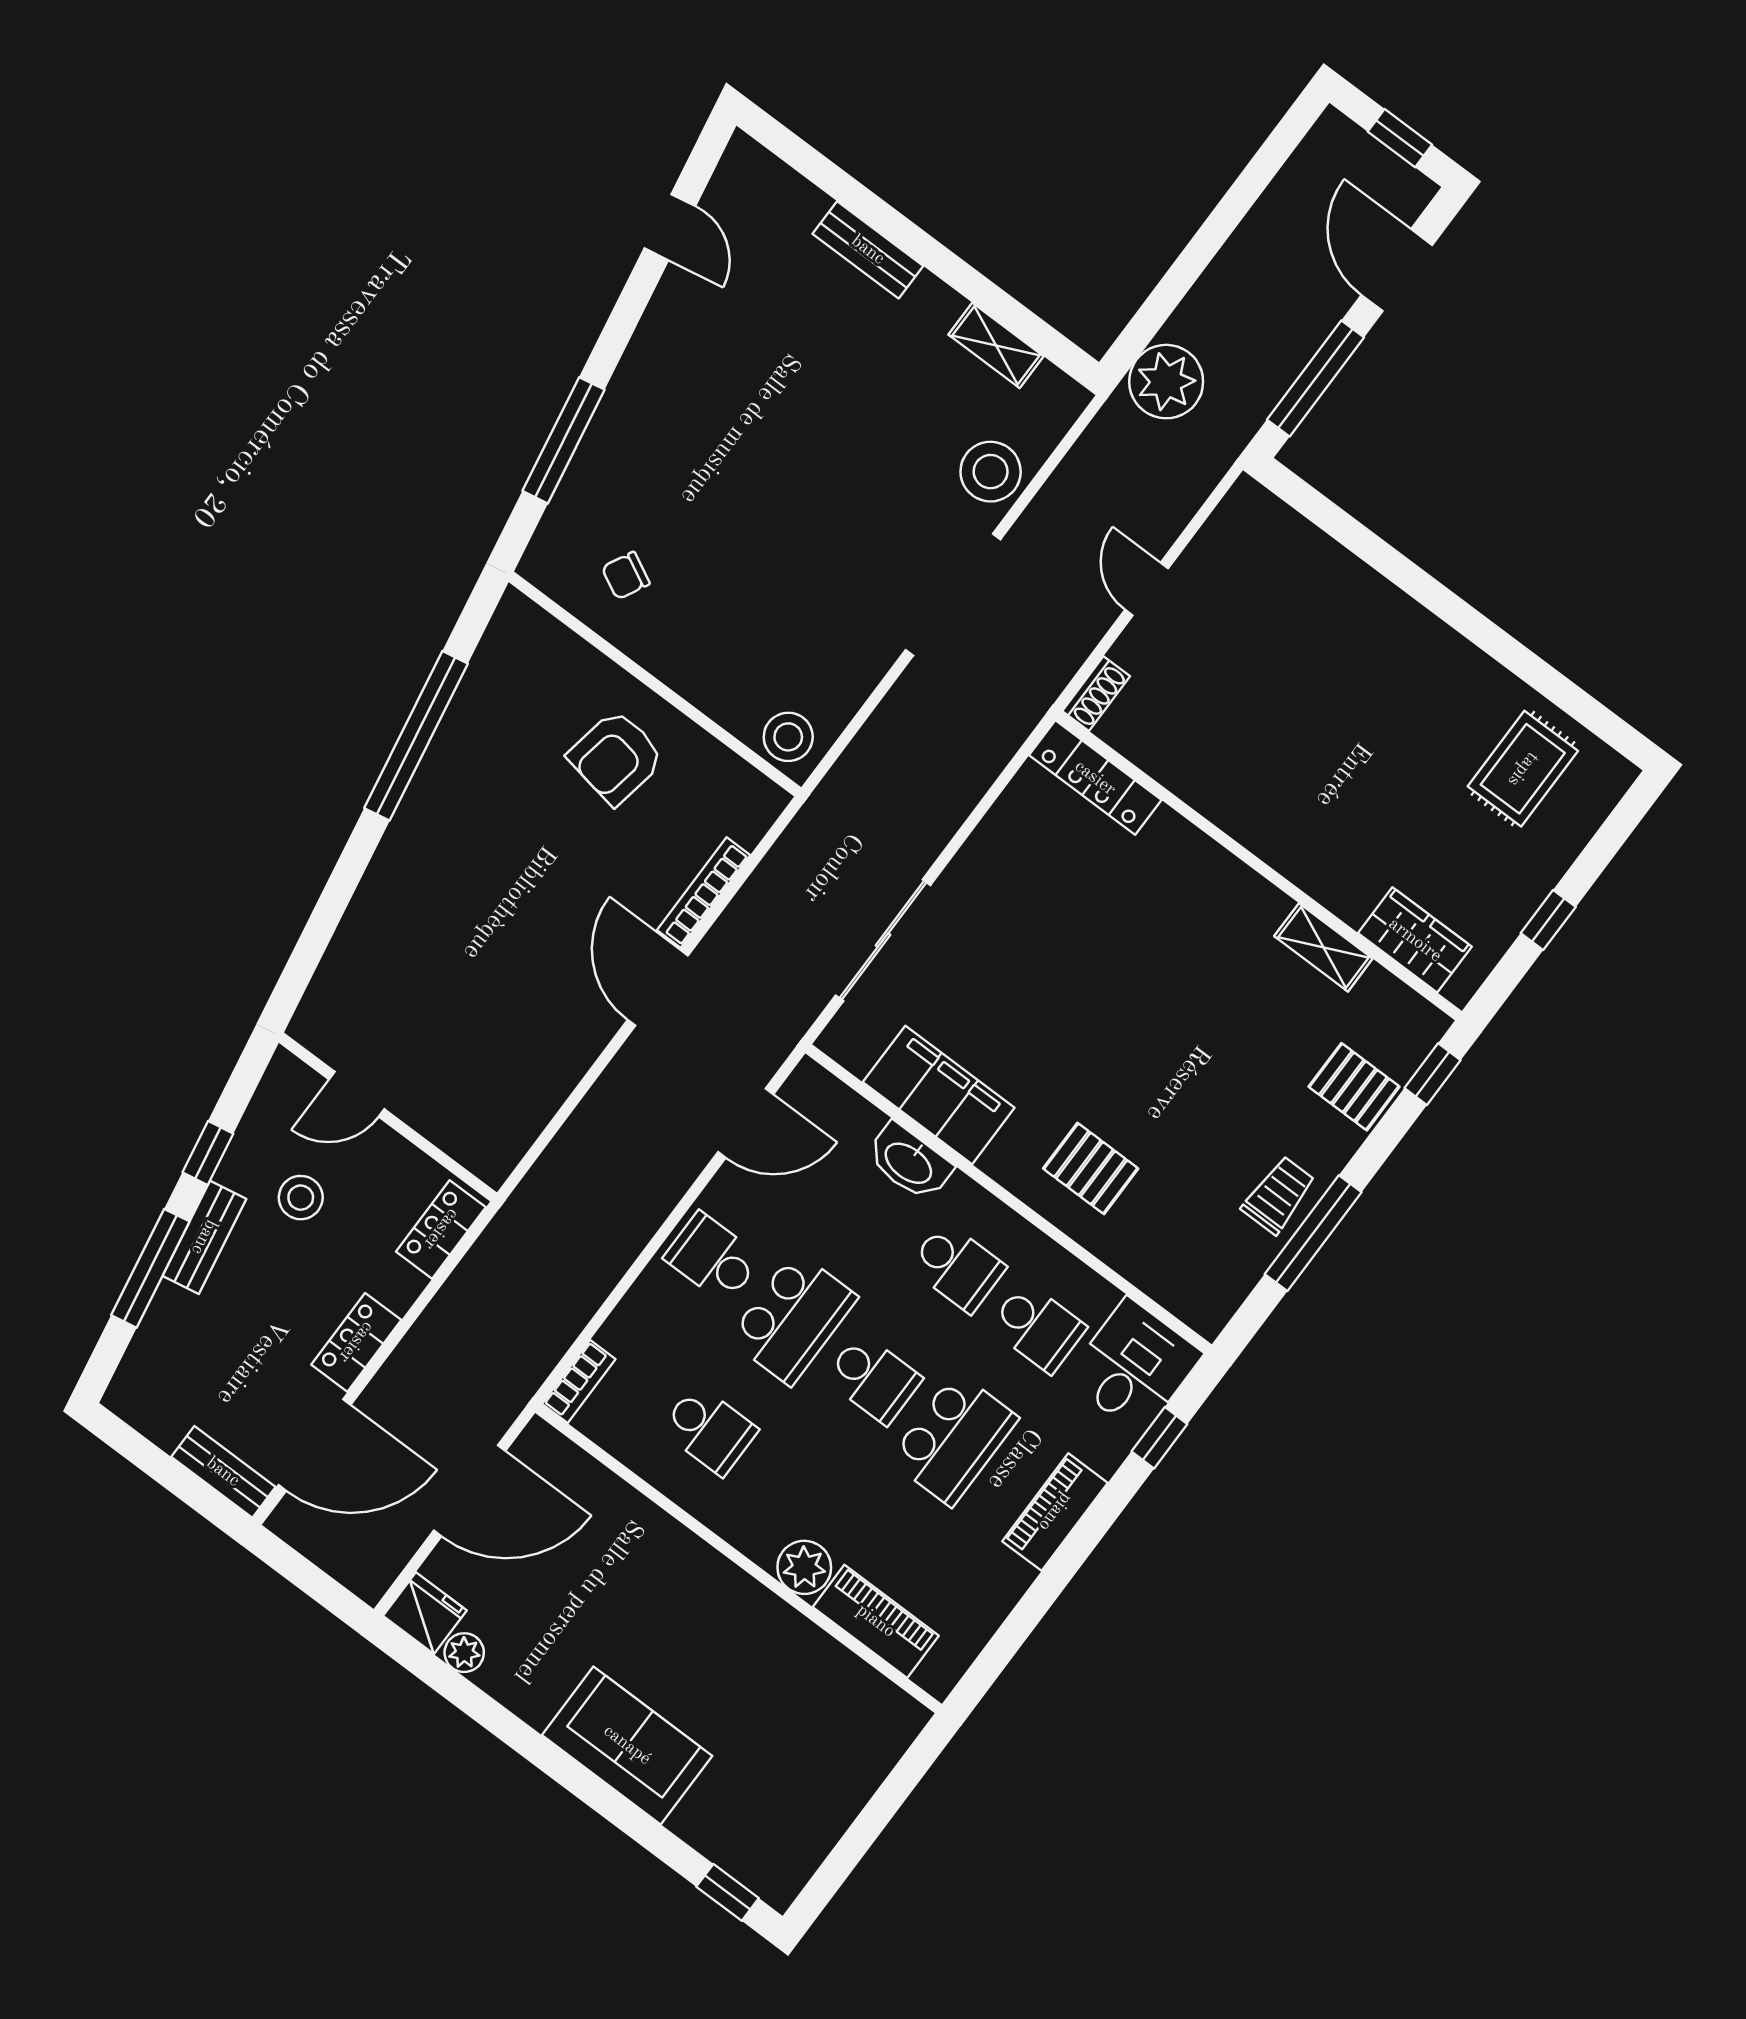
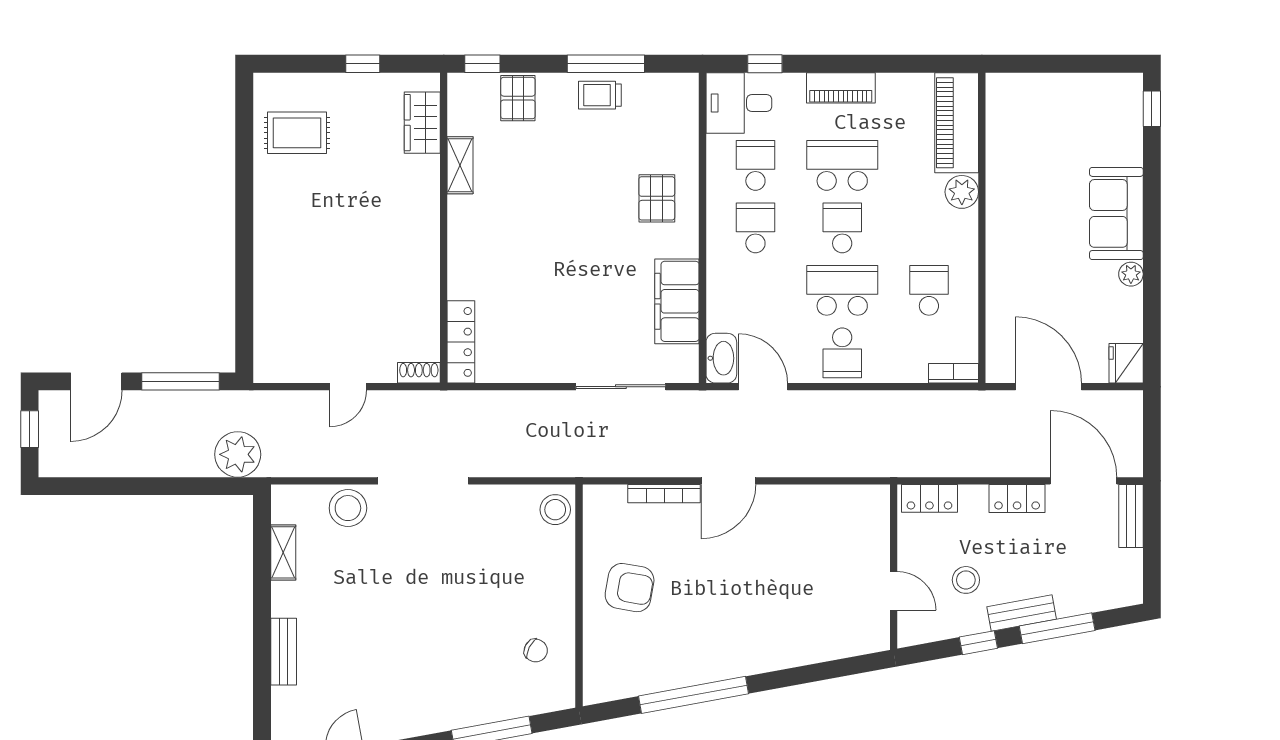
washbasin: (909, 1162) -> (721, 358), moved
piano: (876, 1621) -> (957, 123), width x1.37, depth x1.33
plant: (464, 1653) -> (1131, 274), moved

